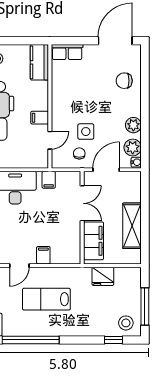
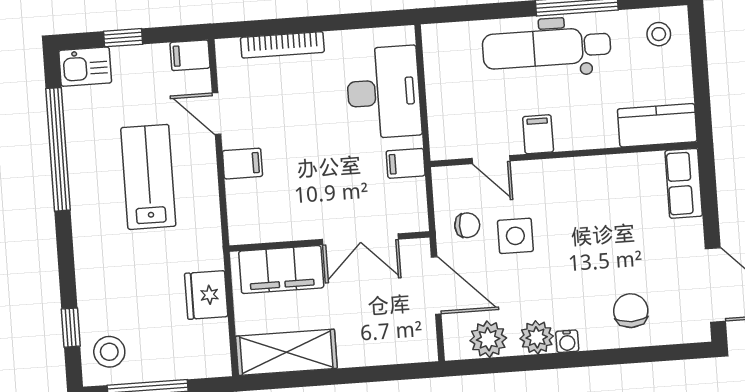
water cooler: (136, 162) -> (567, 341), moved
shelving: (132, 226) -> (286, 352), moved

